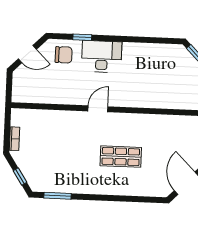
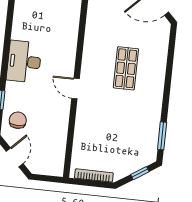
desk: (102, 57) -> (24, 62), moved
bookcase: (14, 139) -> (94, 175), width x1.56

